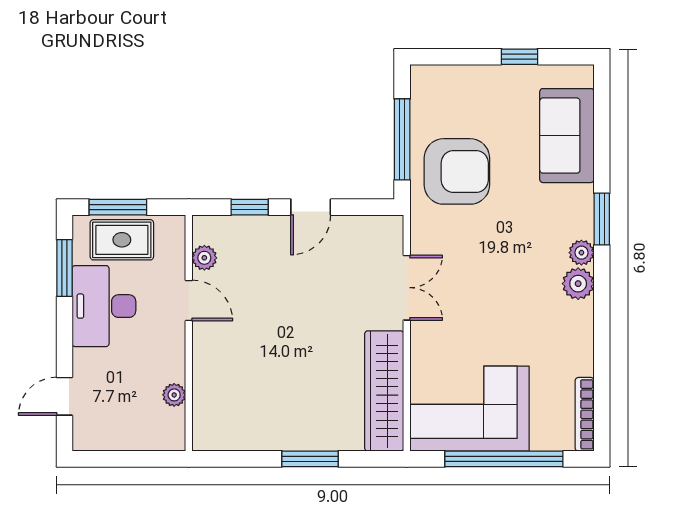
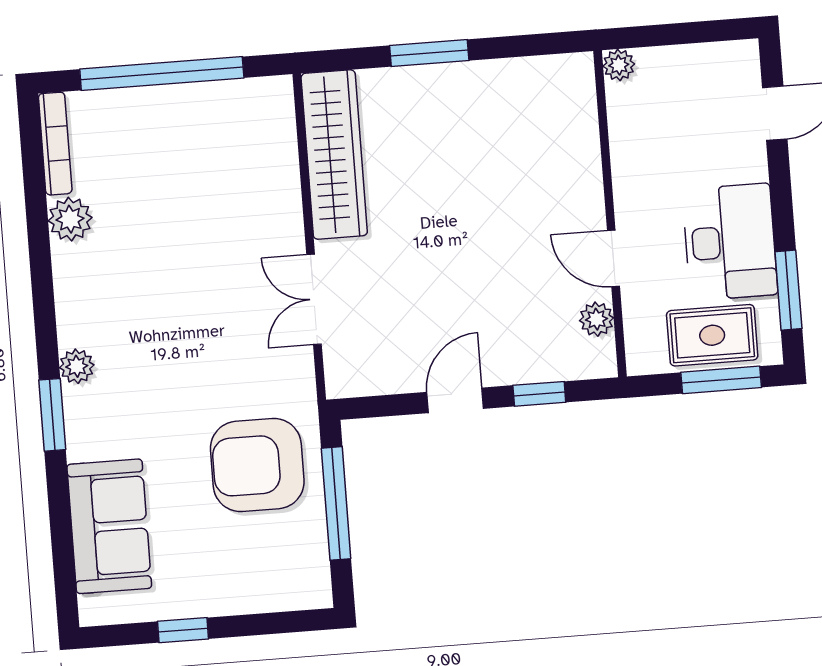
plant: (578, 284) -> (70, 219), moved
plant: (174, 395) -> (619, 65), moved
corner sofa: (469, 409) -> (215, 139), removed

